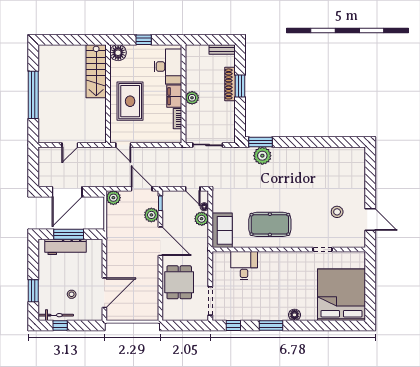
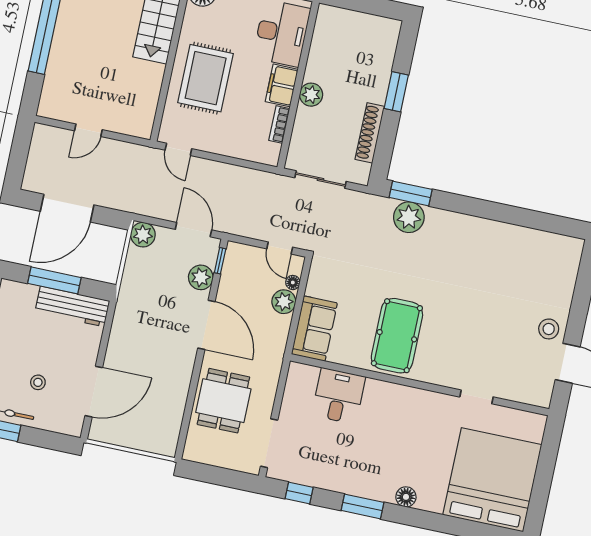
bench: (222, 50) -> (379, 24), removed
shoe rack: (230, 84) -> (370, 133), moved
stool: (337, 212) -> (549, 329), moved
pool table: (270, 224) -> (397, 336), turned 90
workbench: (65, 247) -> (72, 306), moved

